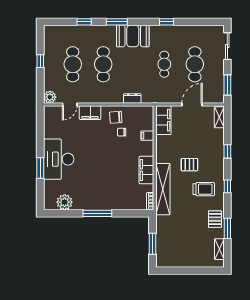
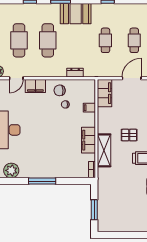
cafe table: (195, 64) -> (134, 40), width x0.73, depth x0.74
shelving: (163, 189) -> (104, 150), width x0.68

